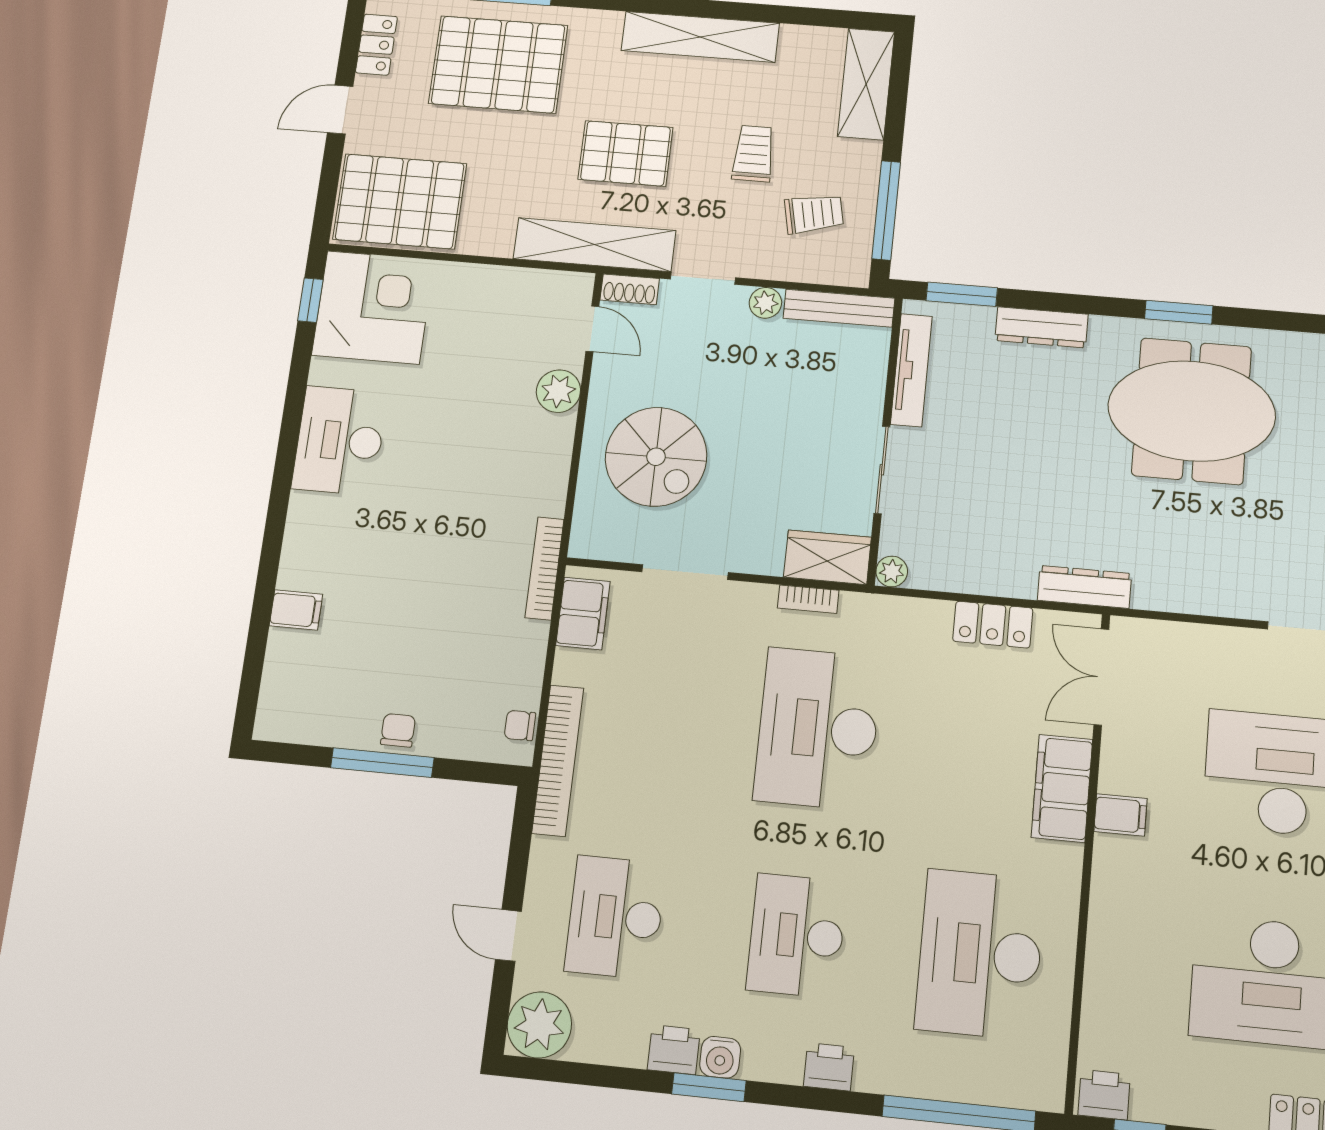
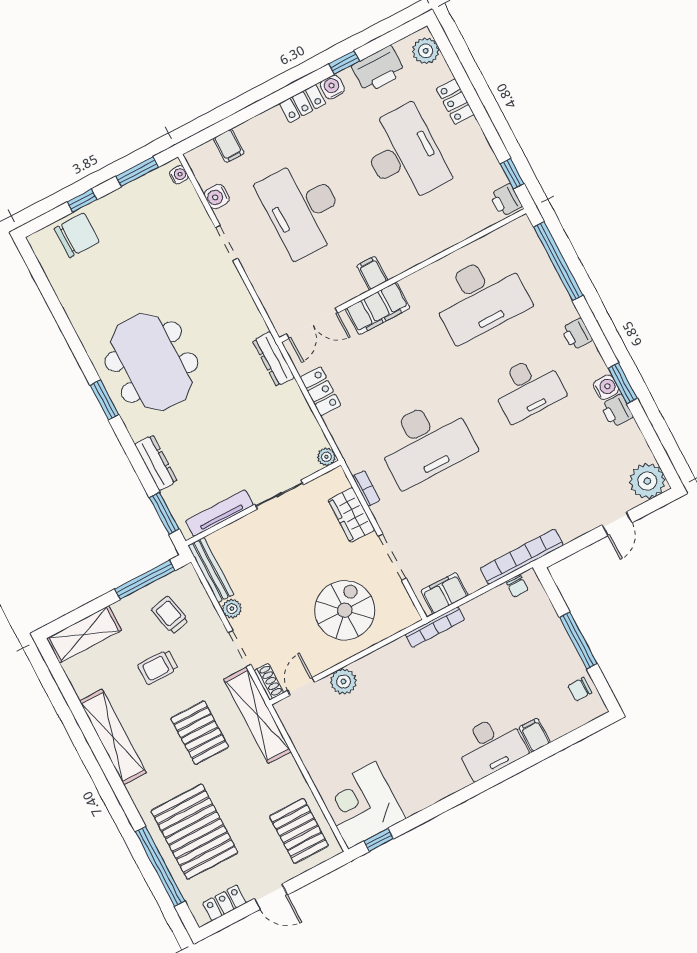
pallet: (400, 201) -> (299, 831), width x0.73, depth x0.71
desk: (340, 441) -> (491, 746), moved
wardrobe: (827, 557) -> (351, 515), moved
chair: (398, 730) -> (580, 689), moved
desk: (615, 917) -> (576, 479), removed

